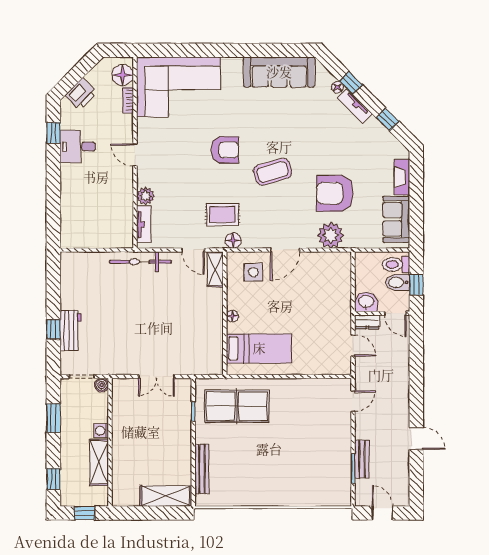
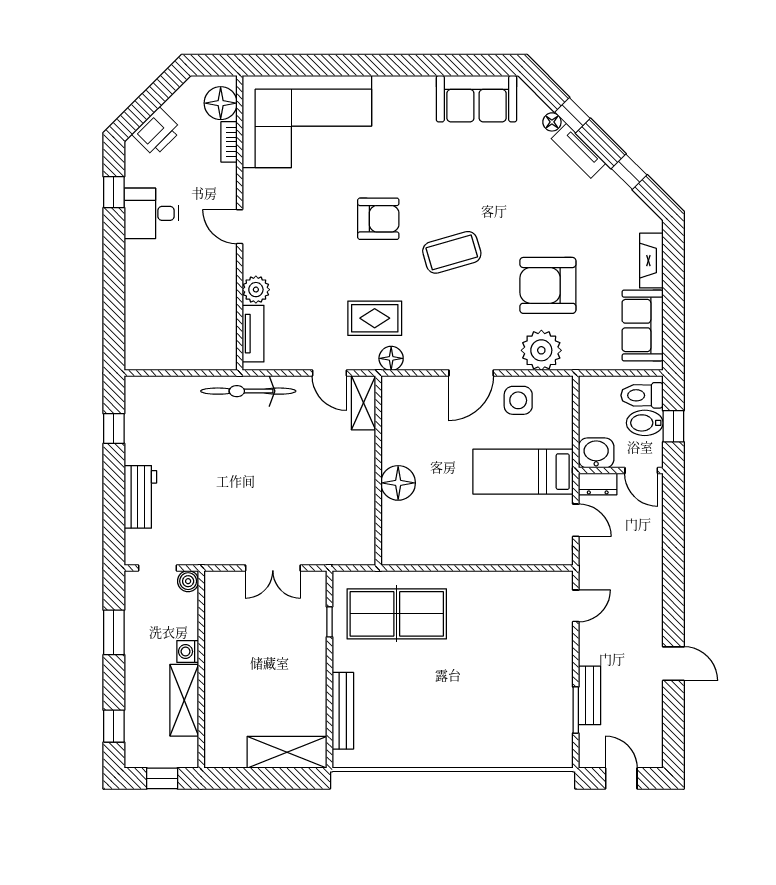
sofa: (279, 72) -> (477, 99), width x0.73
side table: (253, 272) -> (518, 400), moved
floor lamp: (232, 316) -> (398, 483), width x1.89, depth x1.89
window: (53, 329) -> (114, 428), moved
bed: (259, 348) -> (523, 472), moved, turned 180

